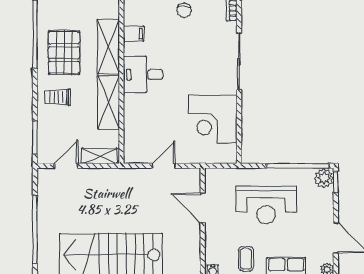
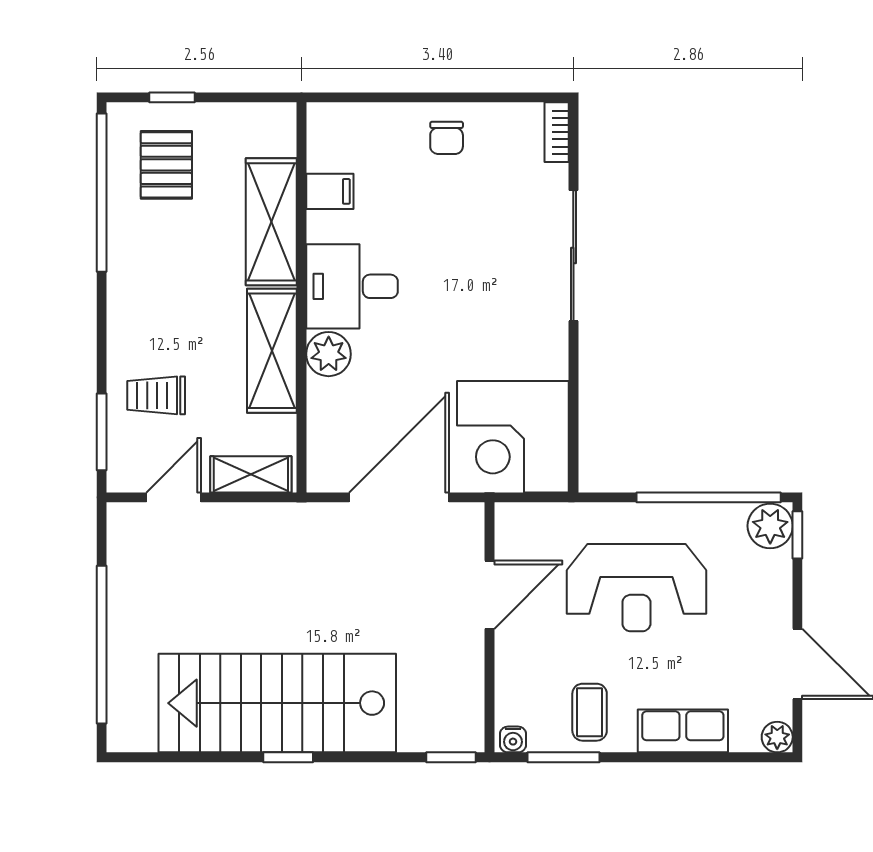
pallet: (64, 53) -> (166, 165), moved, width x0.67, depth x0.71
trolley: (58, 97) -> (156, 395), moved
plant: (133, 104) -> (329, 354), added
corner desk: (213, 119) -> (513, 437), moved
door: (164, 166) -> (399, 497), width x1.87
door: (203, 208) -> (489, 595), swing flipped

